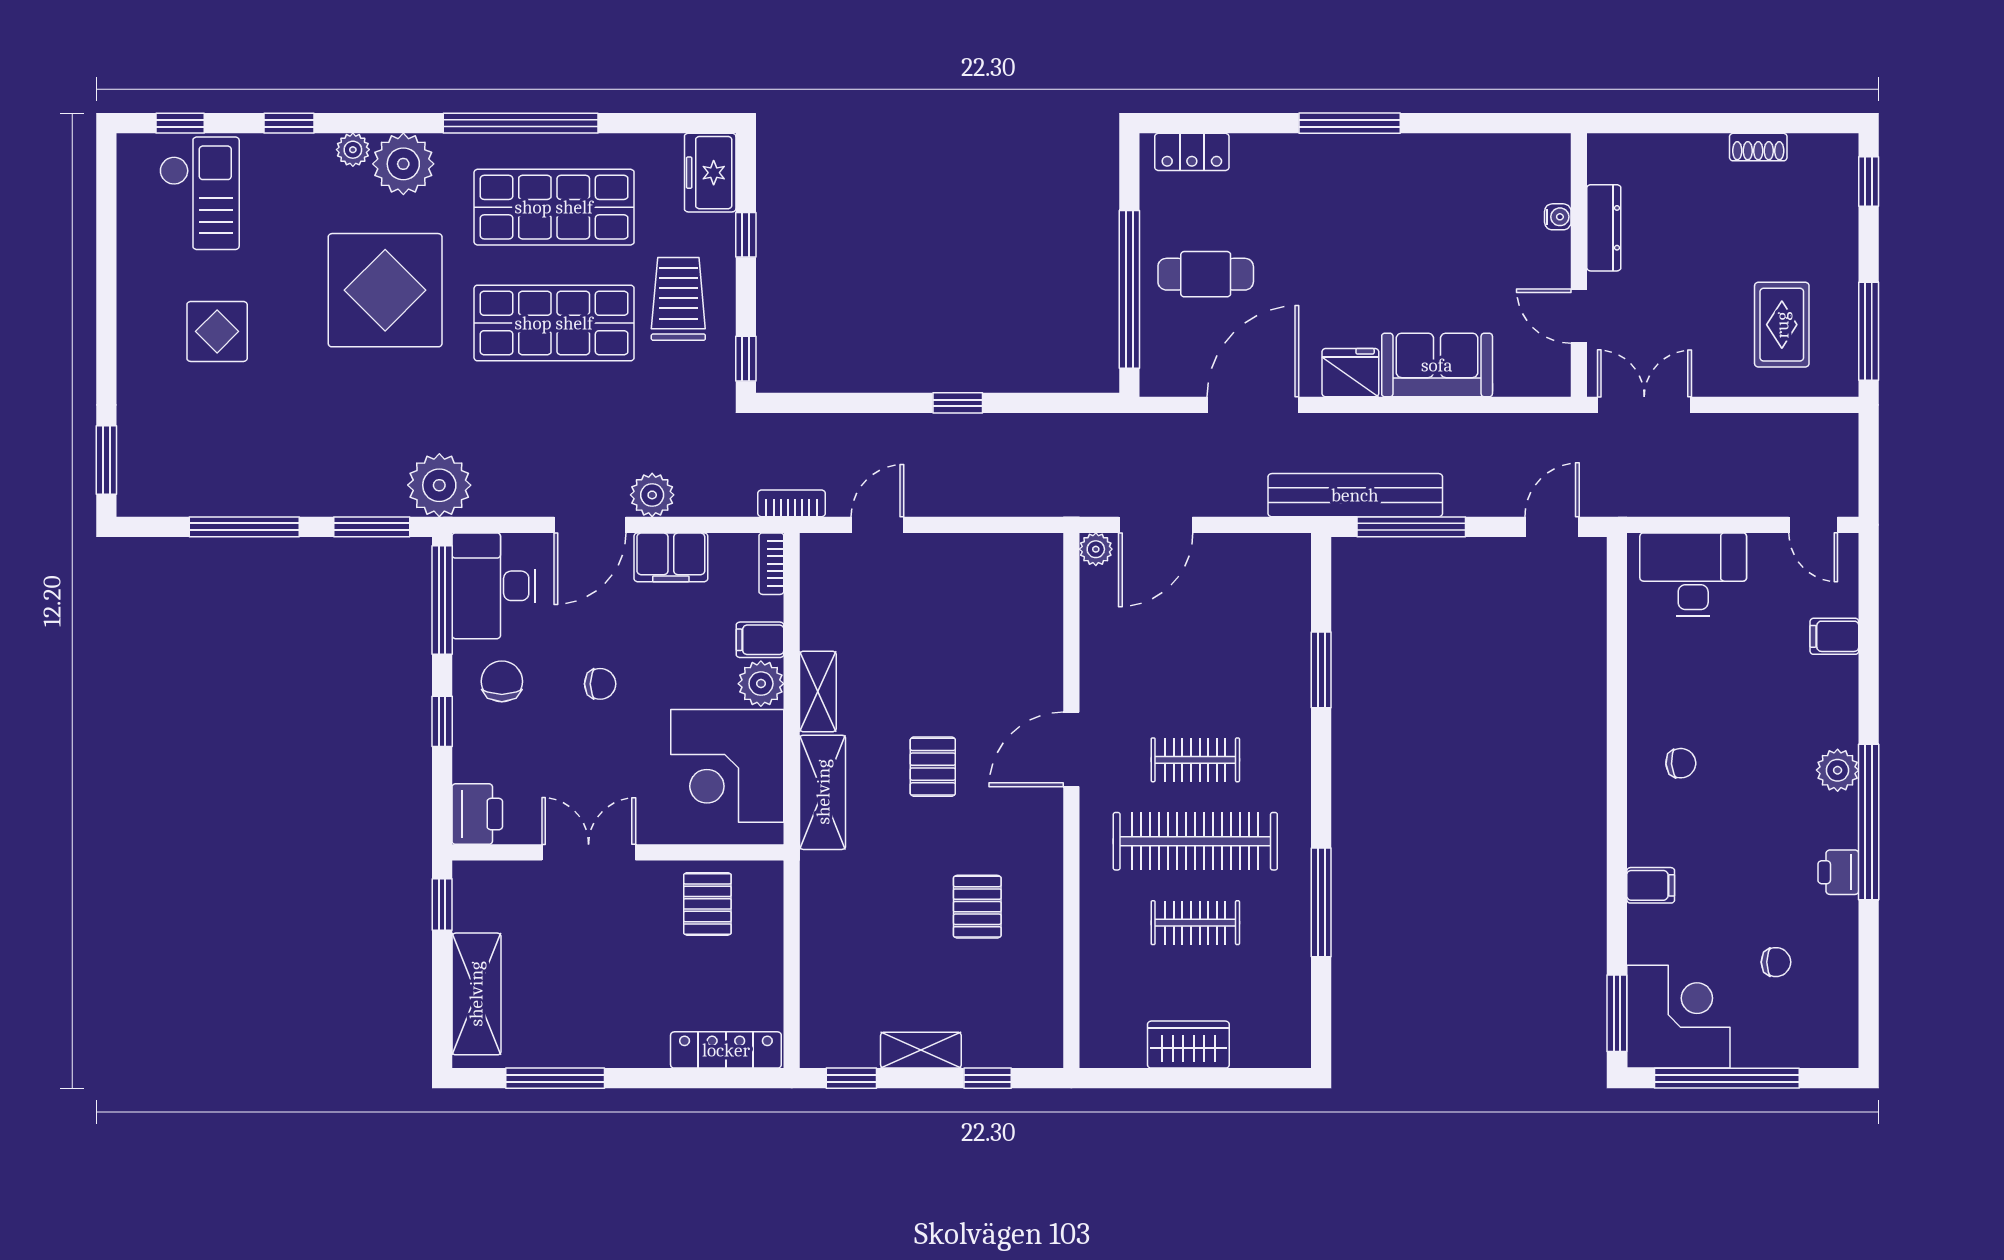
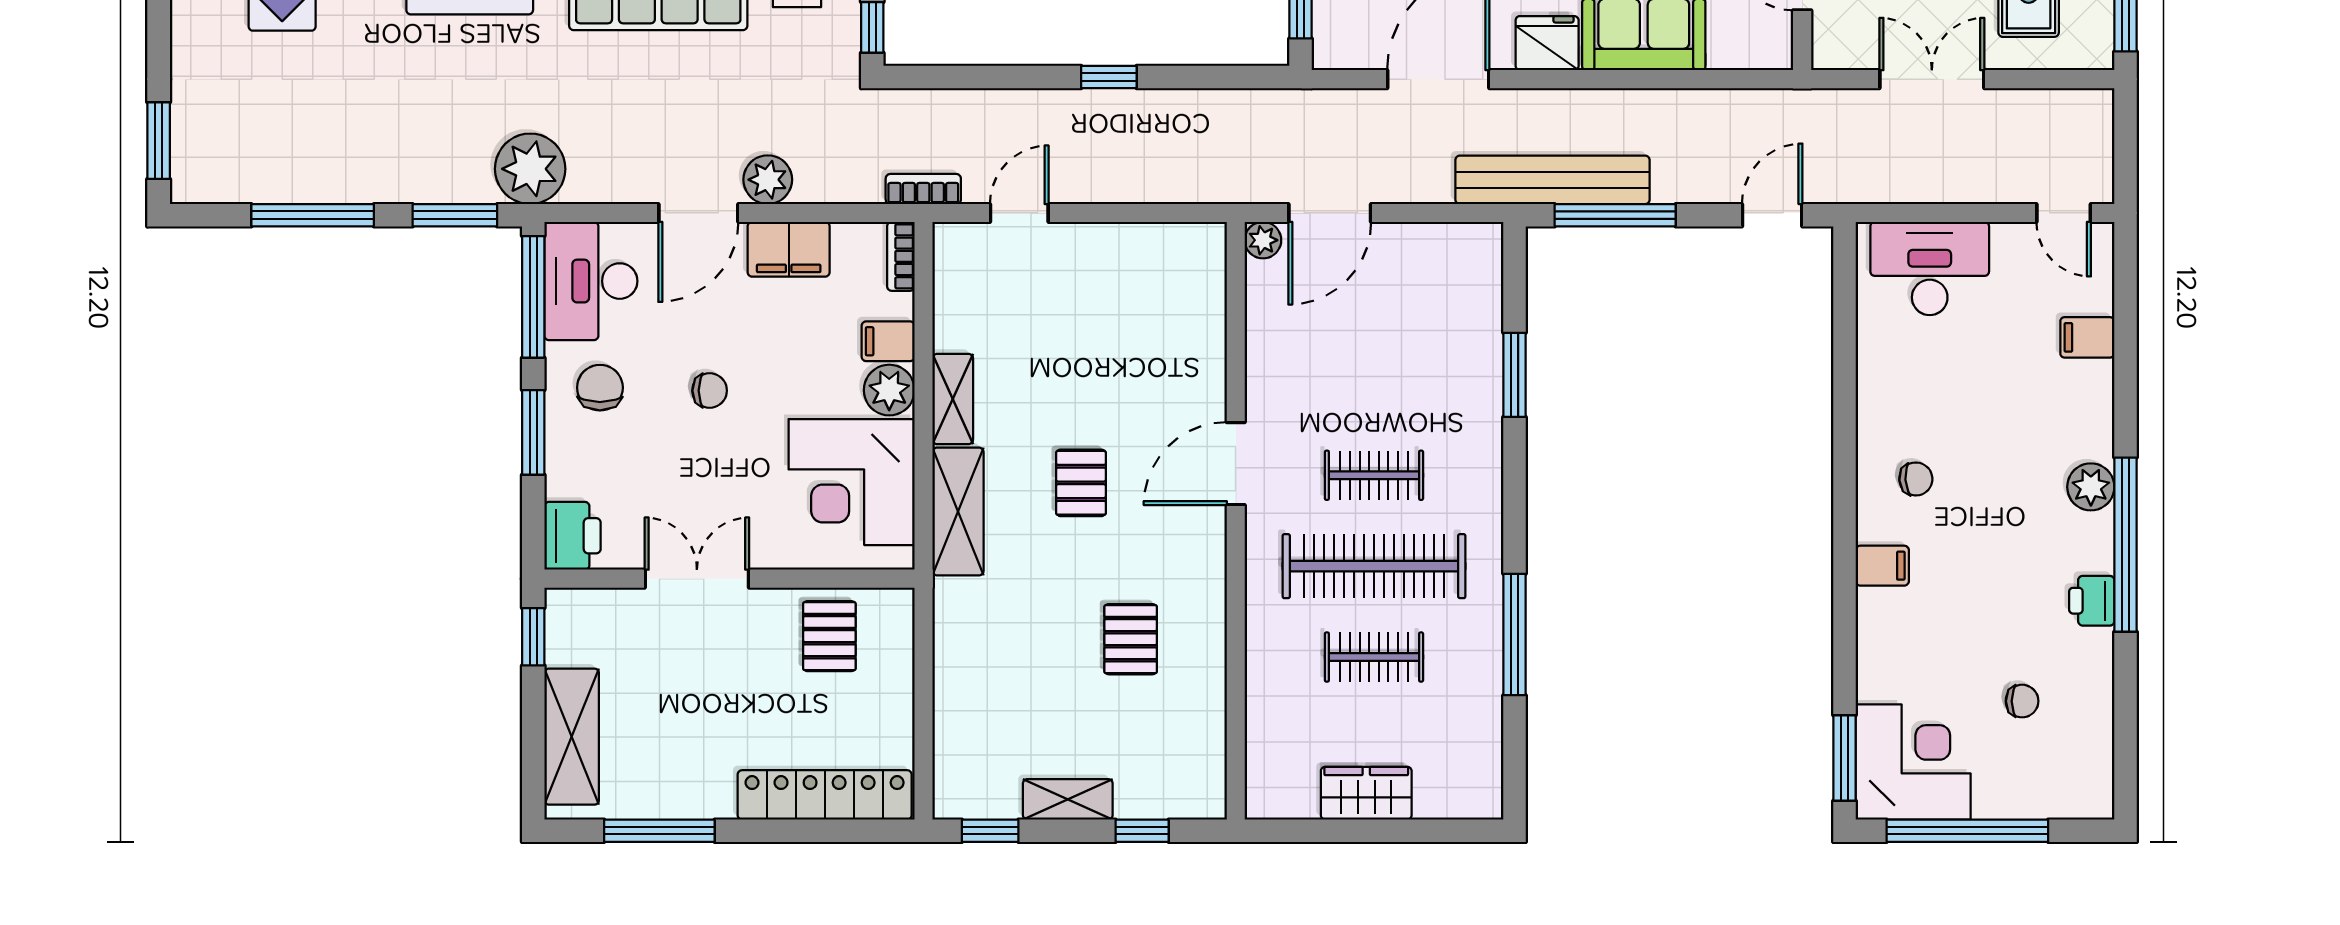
double door: (1644, 405) -> (1932, 79), moved
window: (442, 721) -> (533, 432), width x1.50
filing cabinet: (1651, 885) -> (1882, 566), moved
locker: (726, 1050) -> (825, 795), width x1.41, depth x1.21

